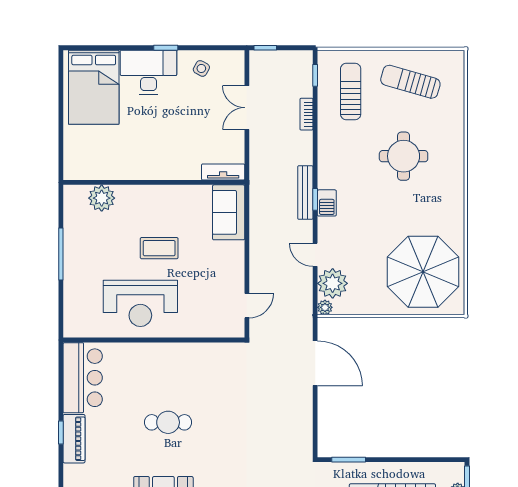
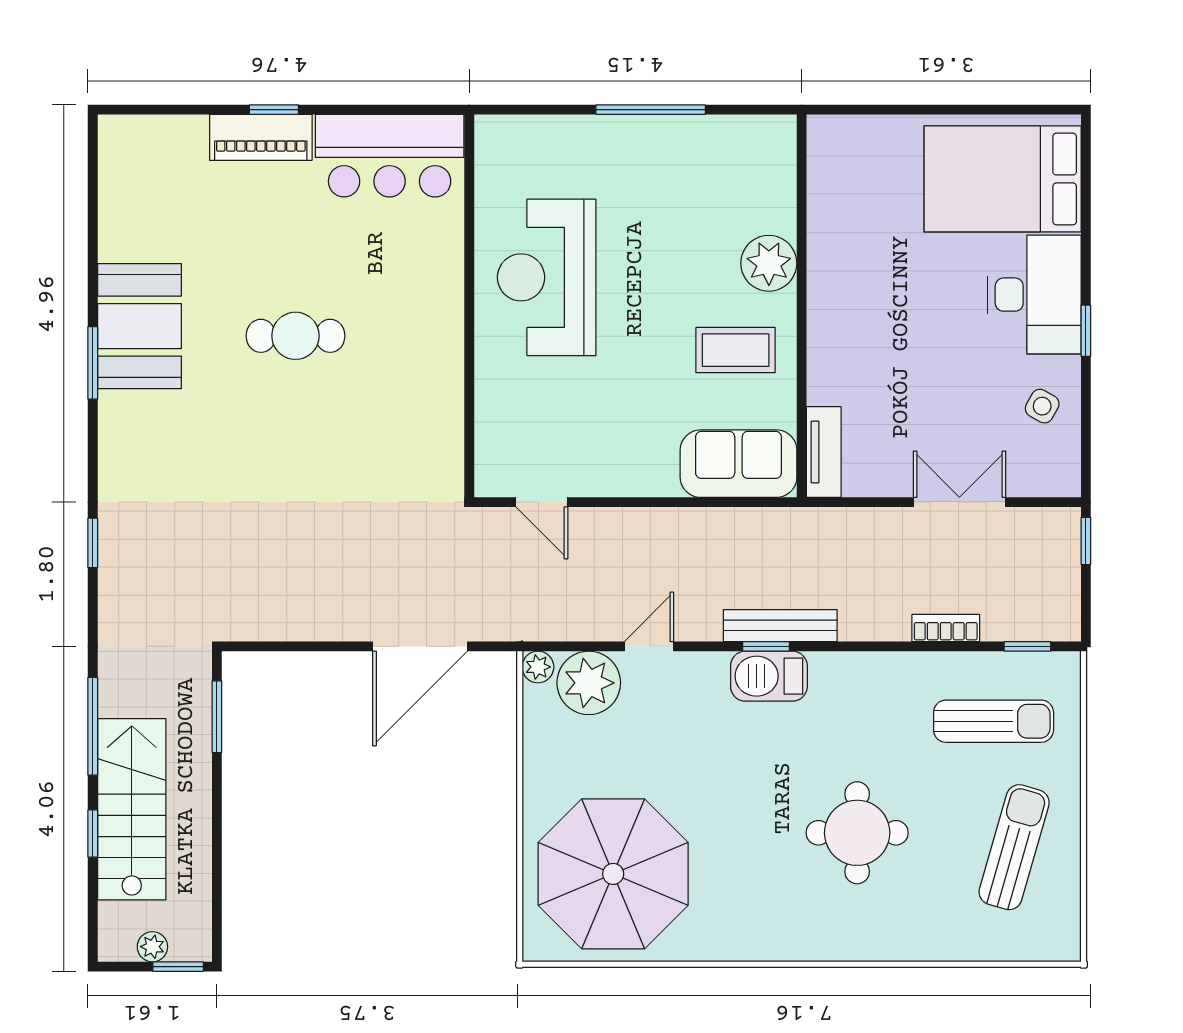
plant: (102, 198) -> (769, 263), moved
barbecue: (327, 203) -> (769, 676), width x1.38, depth x1.27
coffee table: (159, 248) -> (736, 350), moved, turned 90
cafe table: (168, 422) -> (295, 336), turned 90

